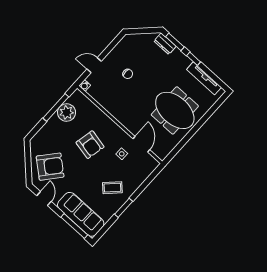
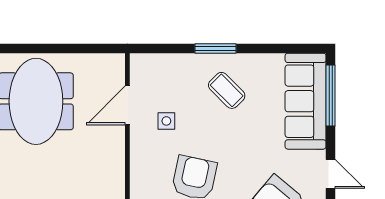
door: (44, 199) -> (331, 174), swing flipped
window: (124, 208) -> (215, 48), moved

